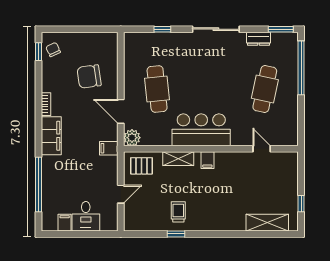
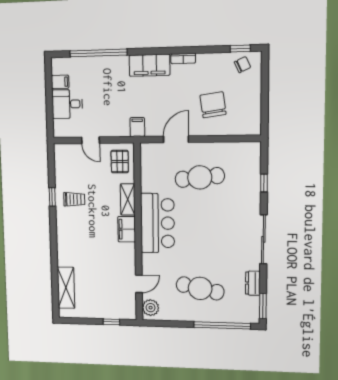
plant: (132, 138) -> (151, 308), moved
filing cabinet: (207, 160) -> (127, 229), width x2.00
window: (301, 204) -> (111, 322), moved

